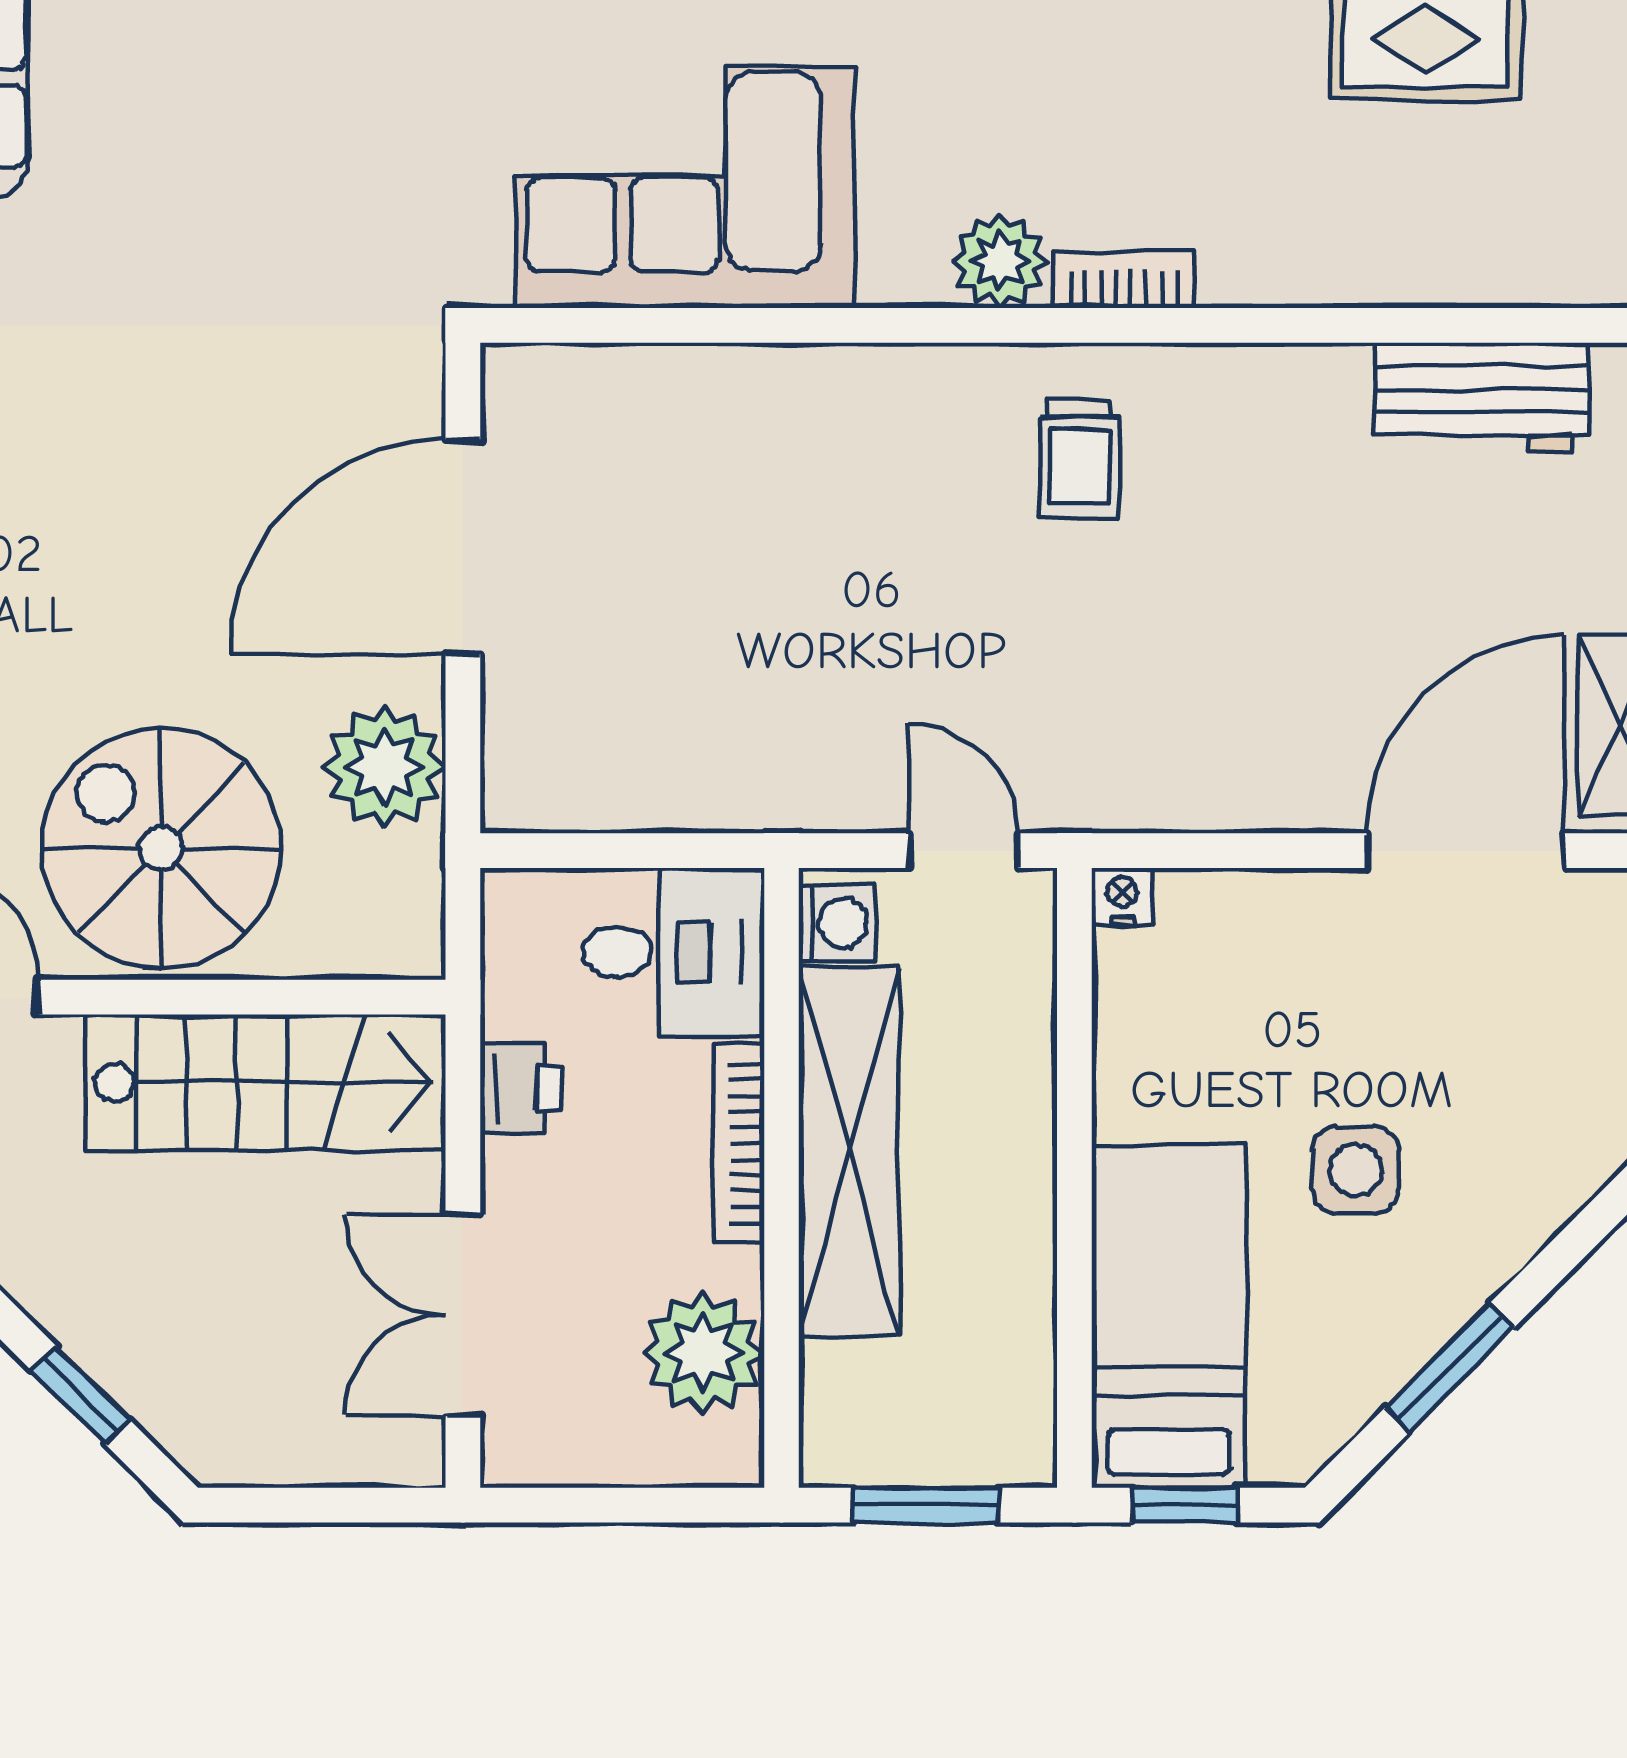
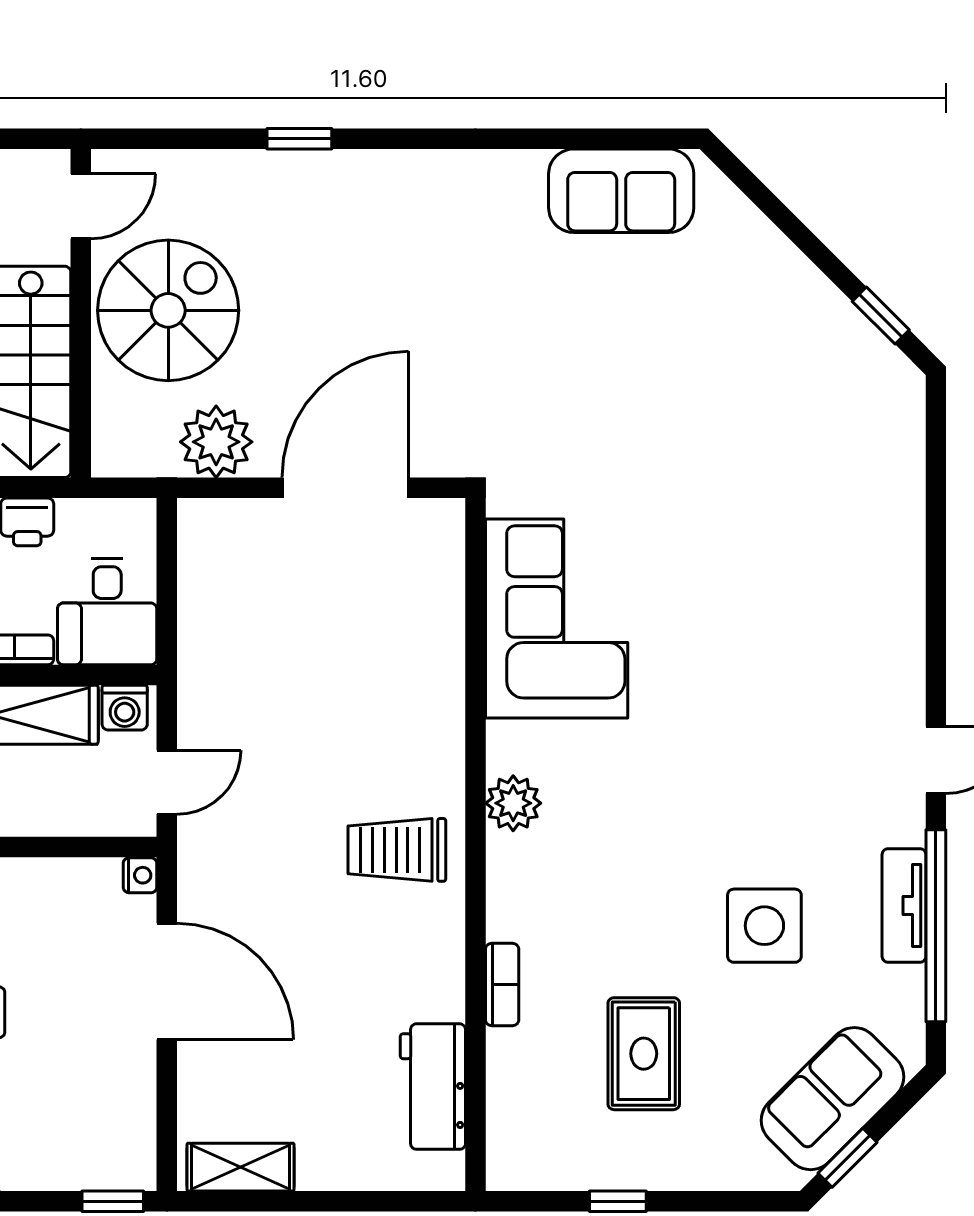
bookcase: (1124, 280) -> (502, 985), moved
trolley: (1079, 459) -> (397, 850), width x1.36, depth x1.39
door: (463, 547) -> (345, 488), hinge flipped
door: (1465, 851) -> (167, 981), moved

